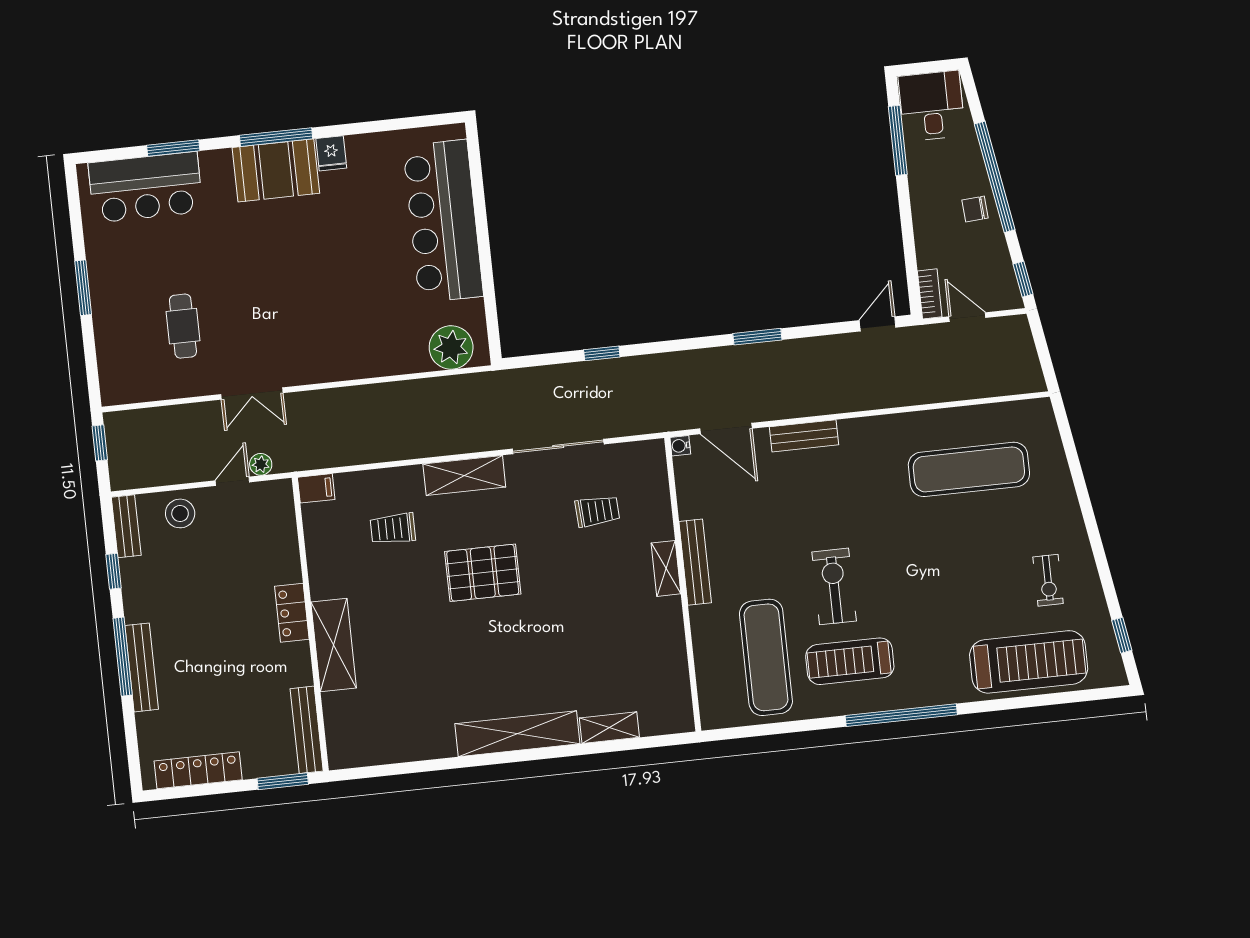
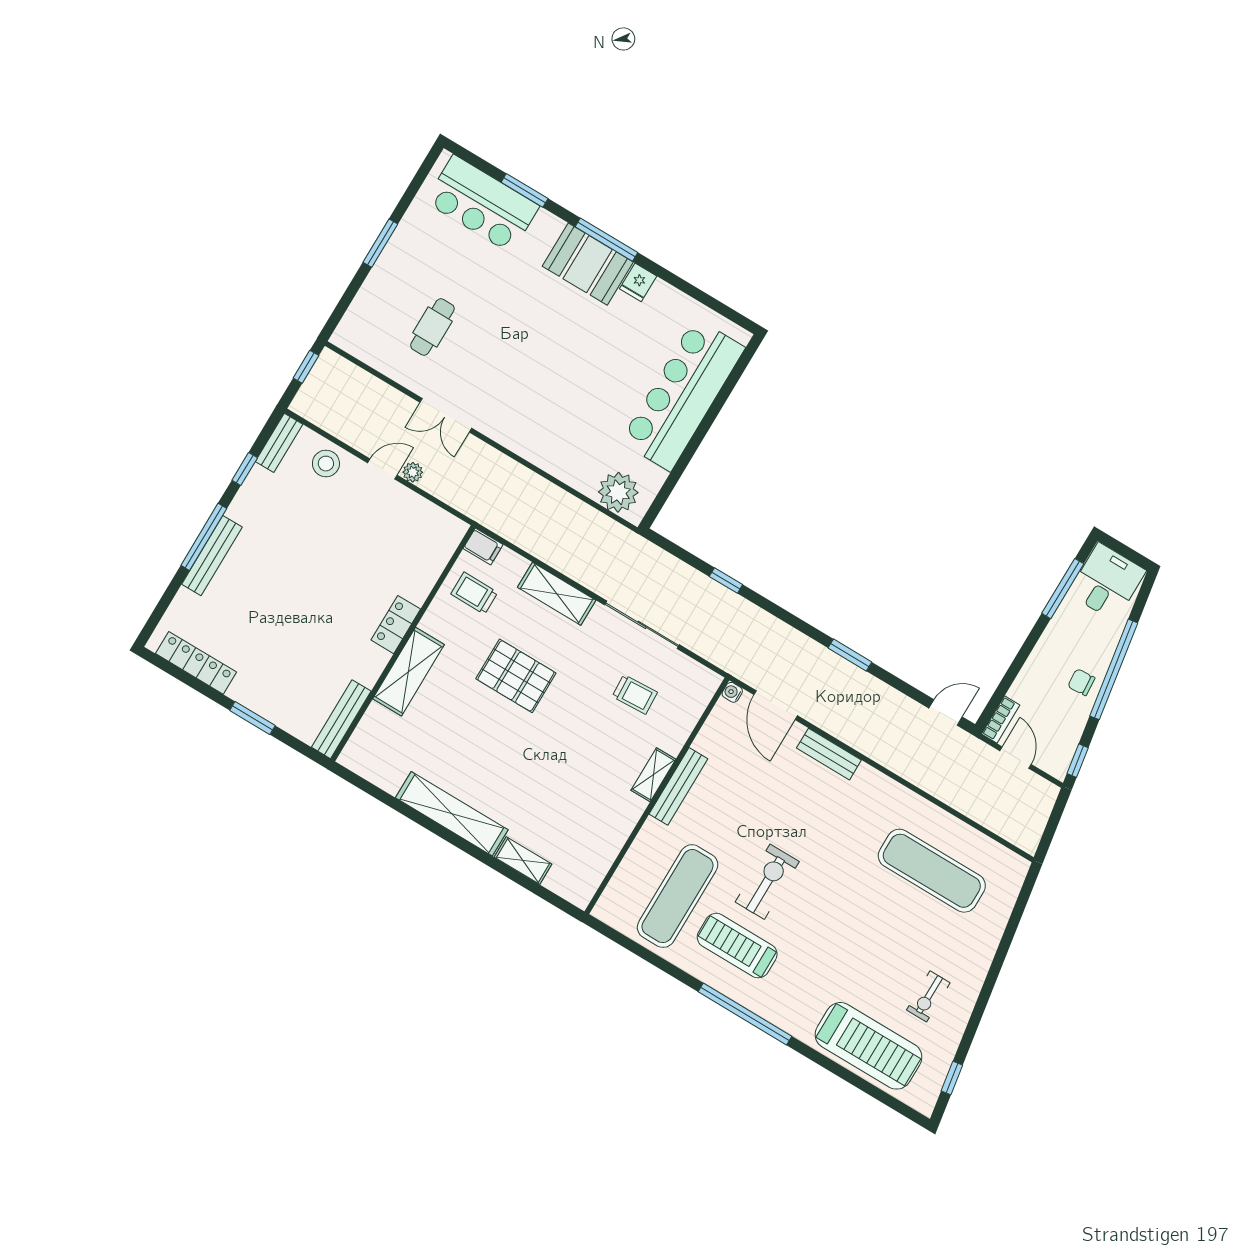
filing cabinet: (316, 488) -> (483, 547), moved
locker: (292, 613) -> (396, 625), moved
wall: (310, 624) -> (403, 643), moved
shelving: (334, 645) -> (408, 672), moved
bench: (307, 730) -> (341, 719), moved

